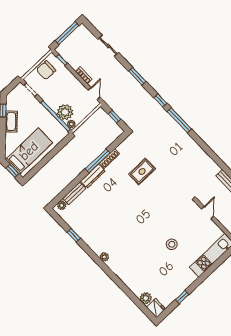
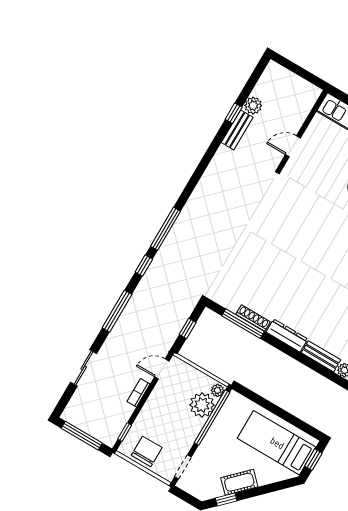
chair: (46, 70) -> (147, 451), turned -90
window: (137, 76) -> (117, 311), width x1.44
window: (98, 161) -> (243, 324), moved
rug: (142, 171) -> (259, 263), removed

